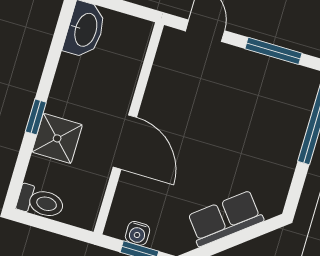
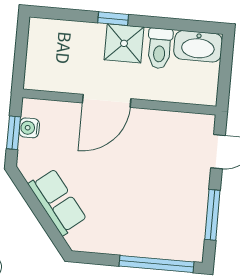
shower: (57, 138) -> (124, 43), moved
toilet: (41, 202) -> (160, 48), moved

